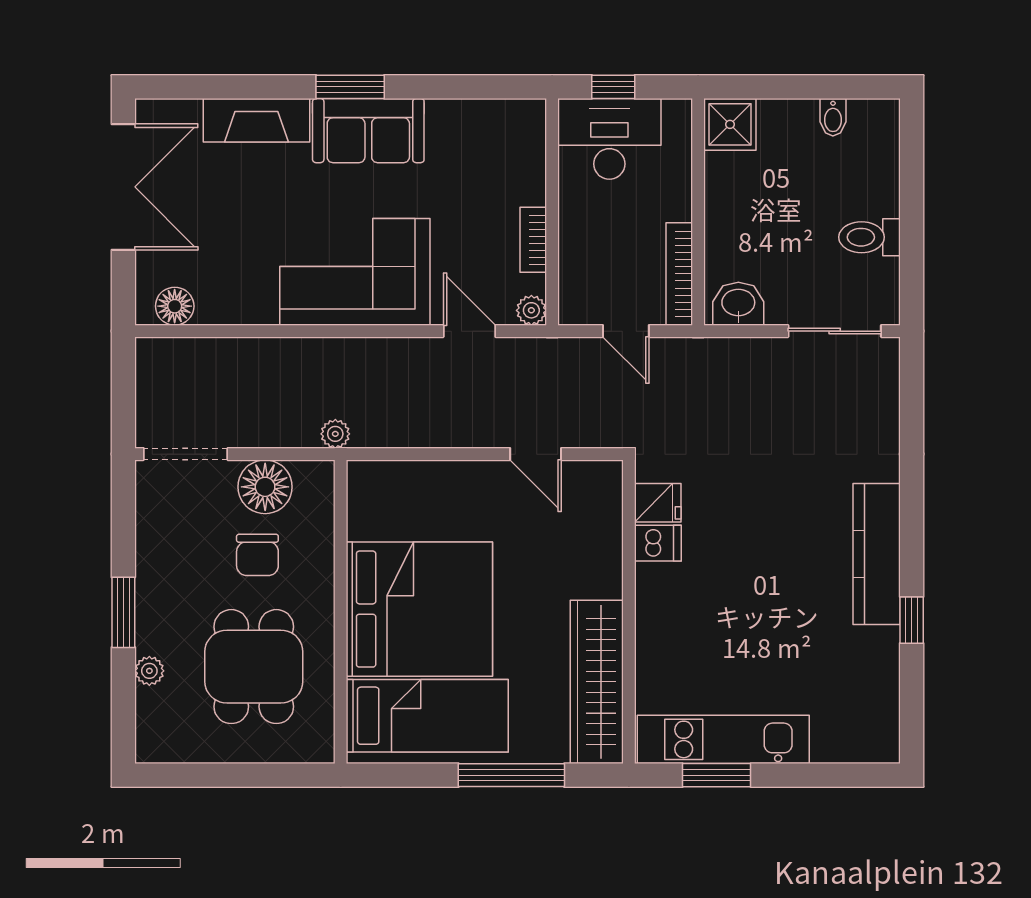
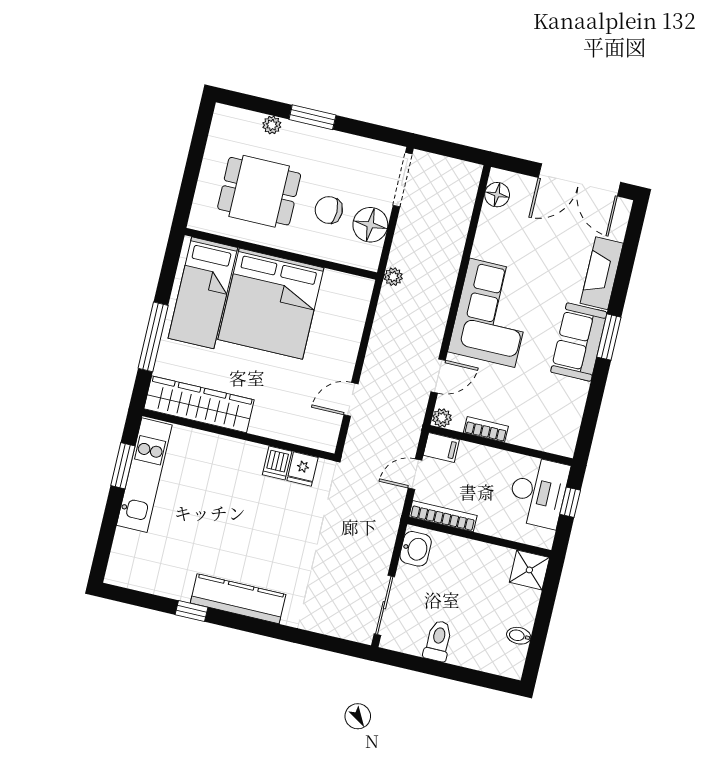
filing cabinet: (576, 301) -> (441, 448), added

